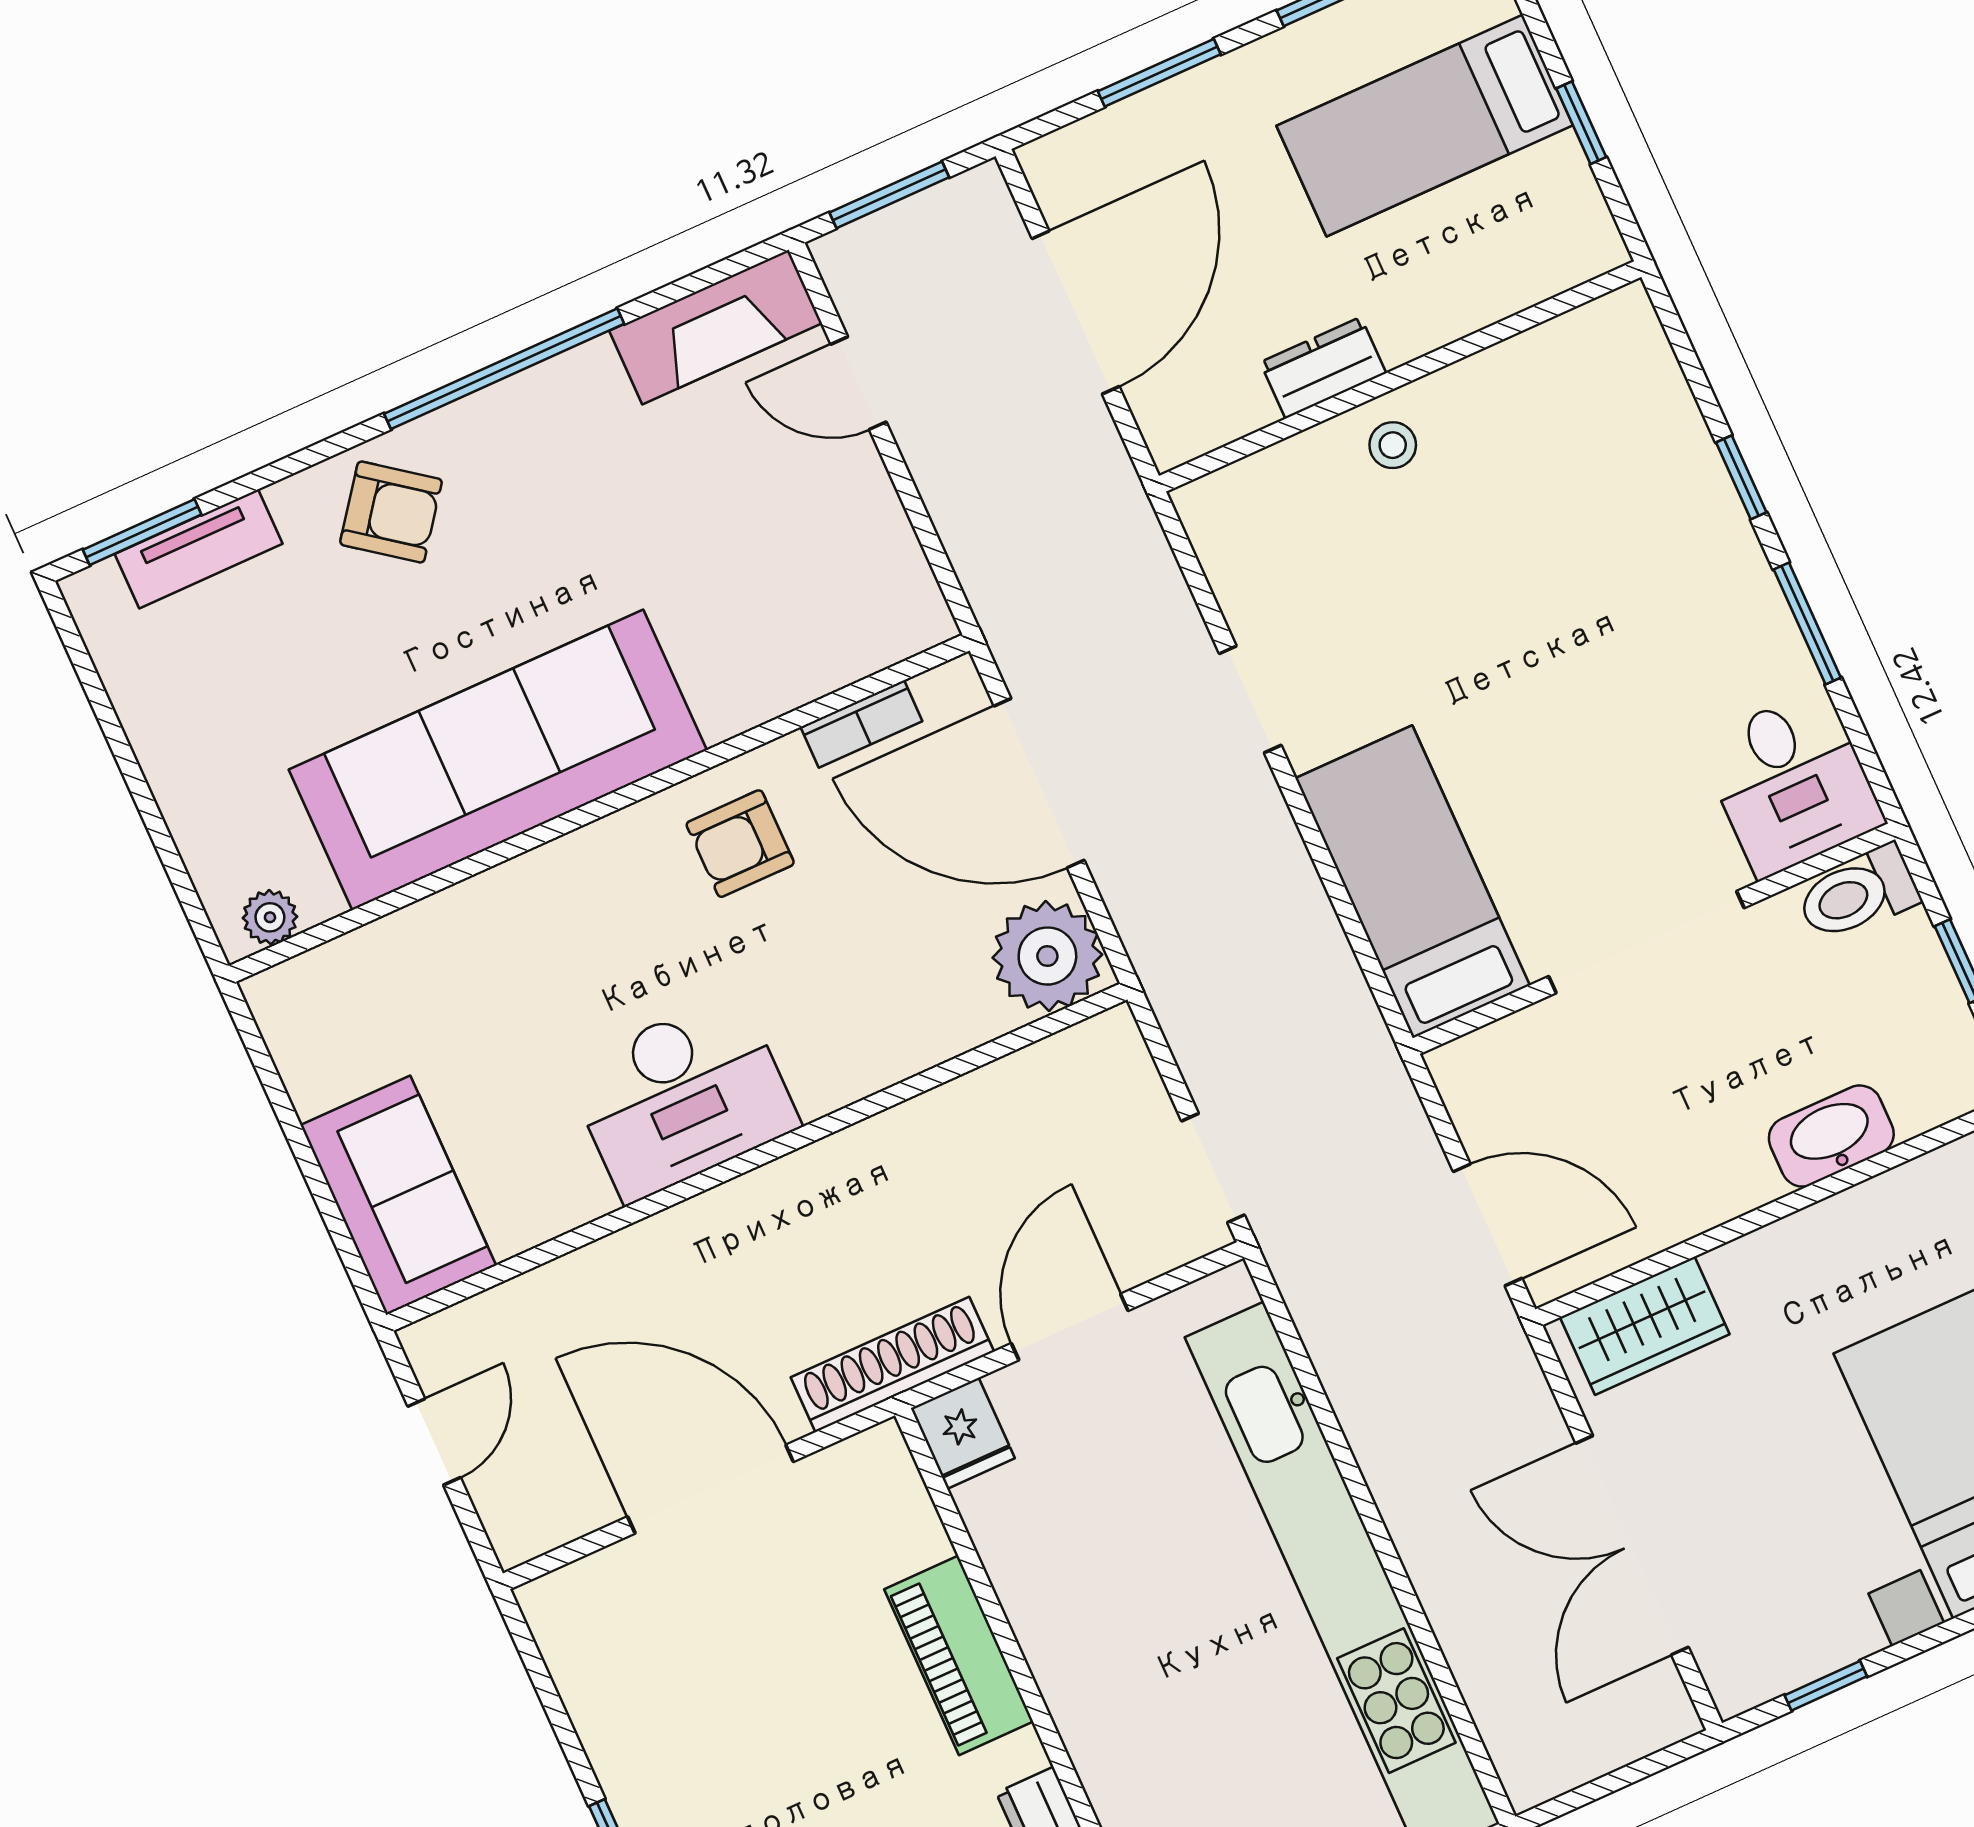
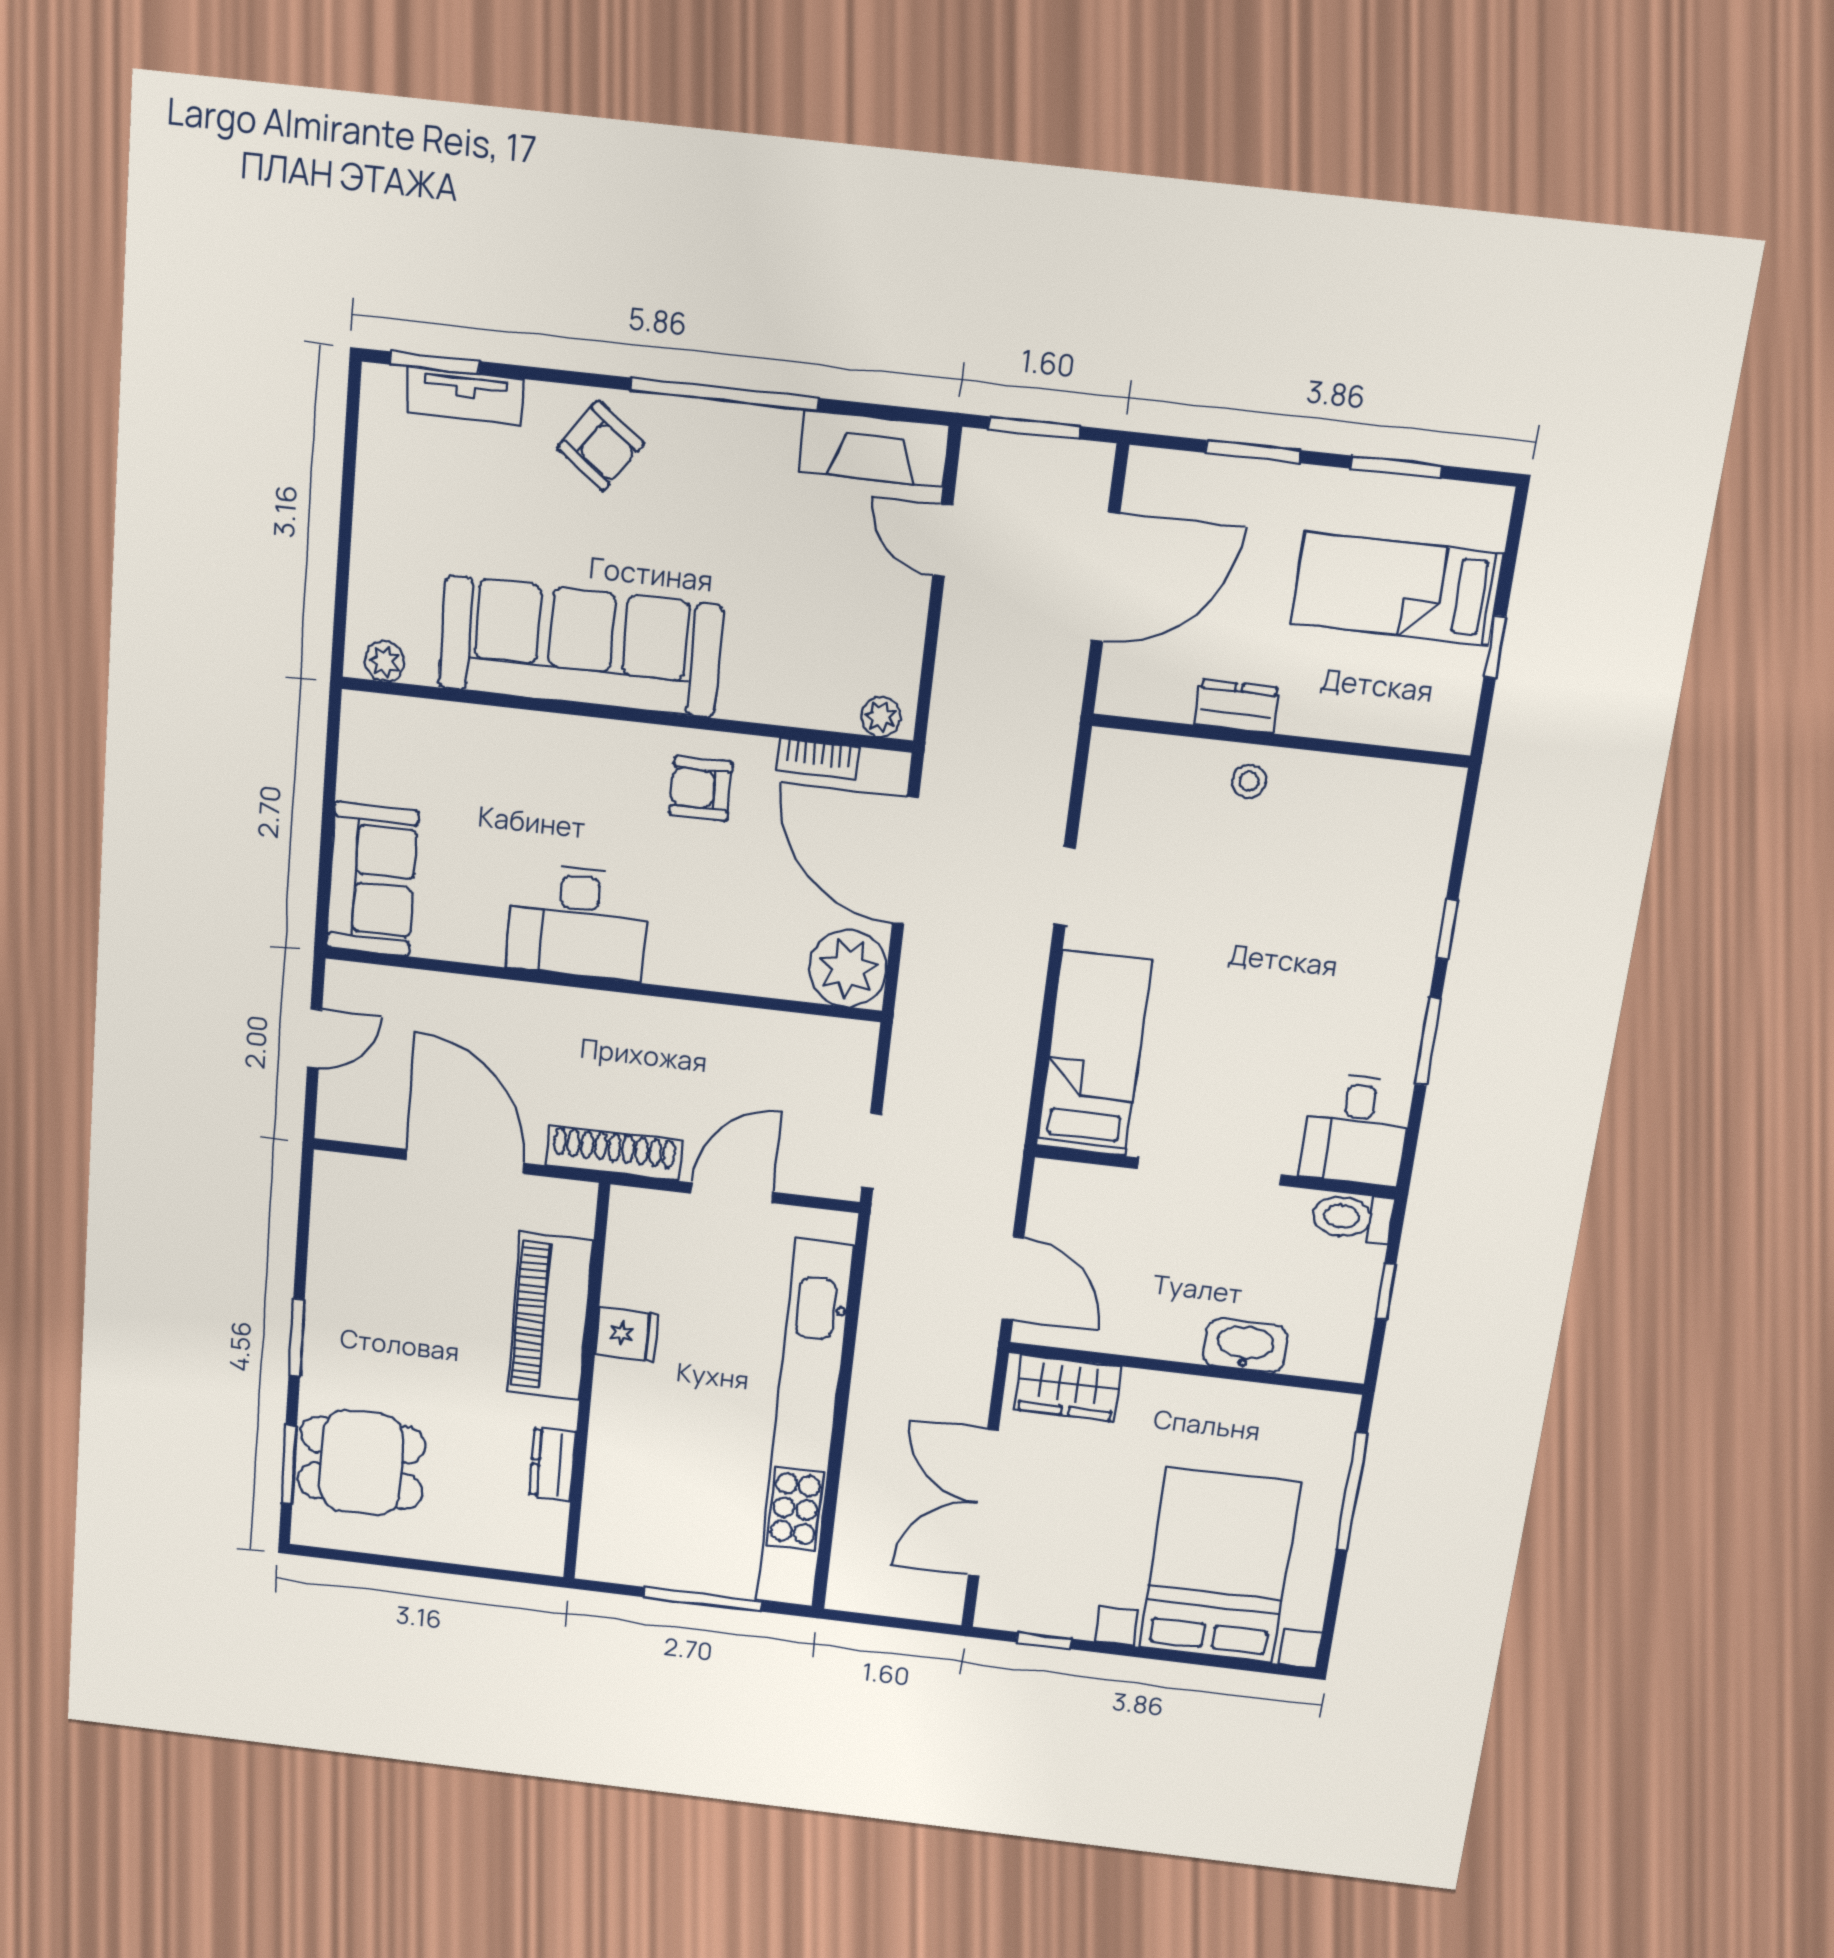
plant: (907, 630) -> (881, 717), added
fridge: (963, 1433) -> (627, 1334), moved, turned -90
piano: (959, 1655) -> (550, 1317), width x1.37, depth x1.33

